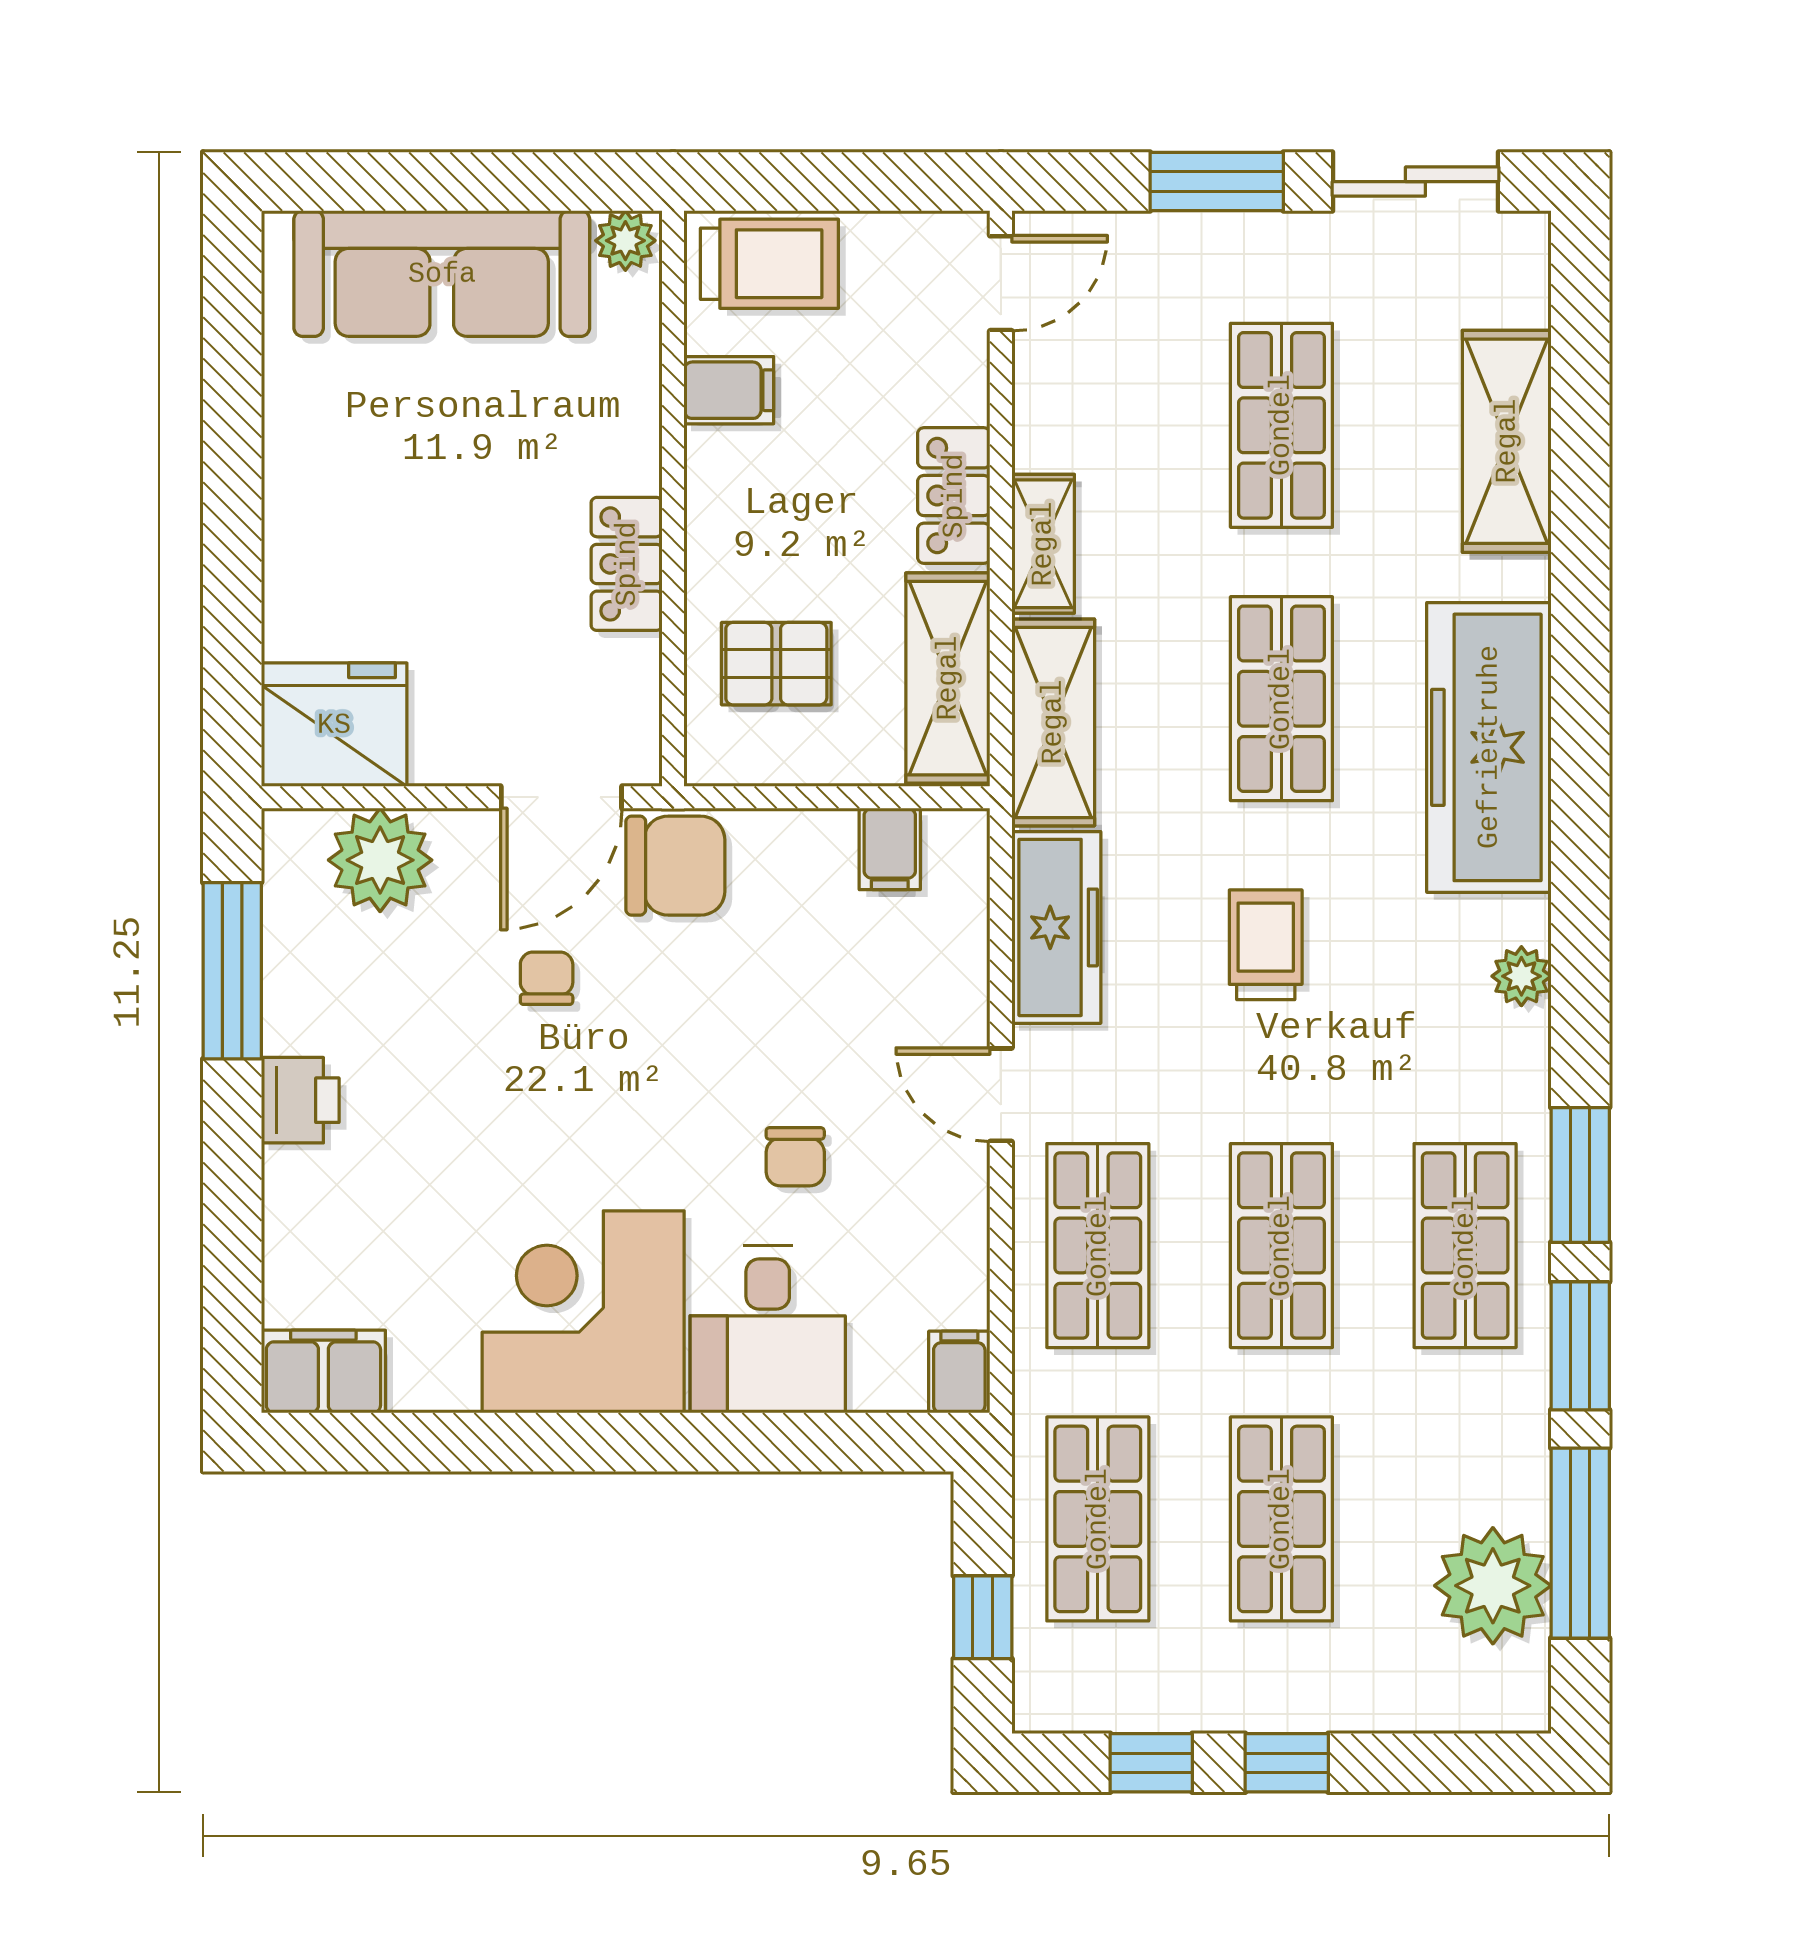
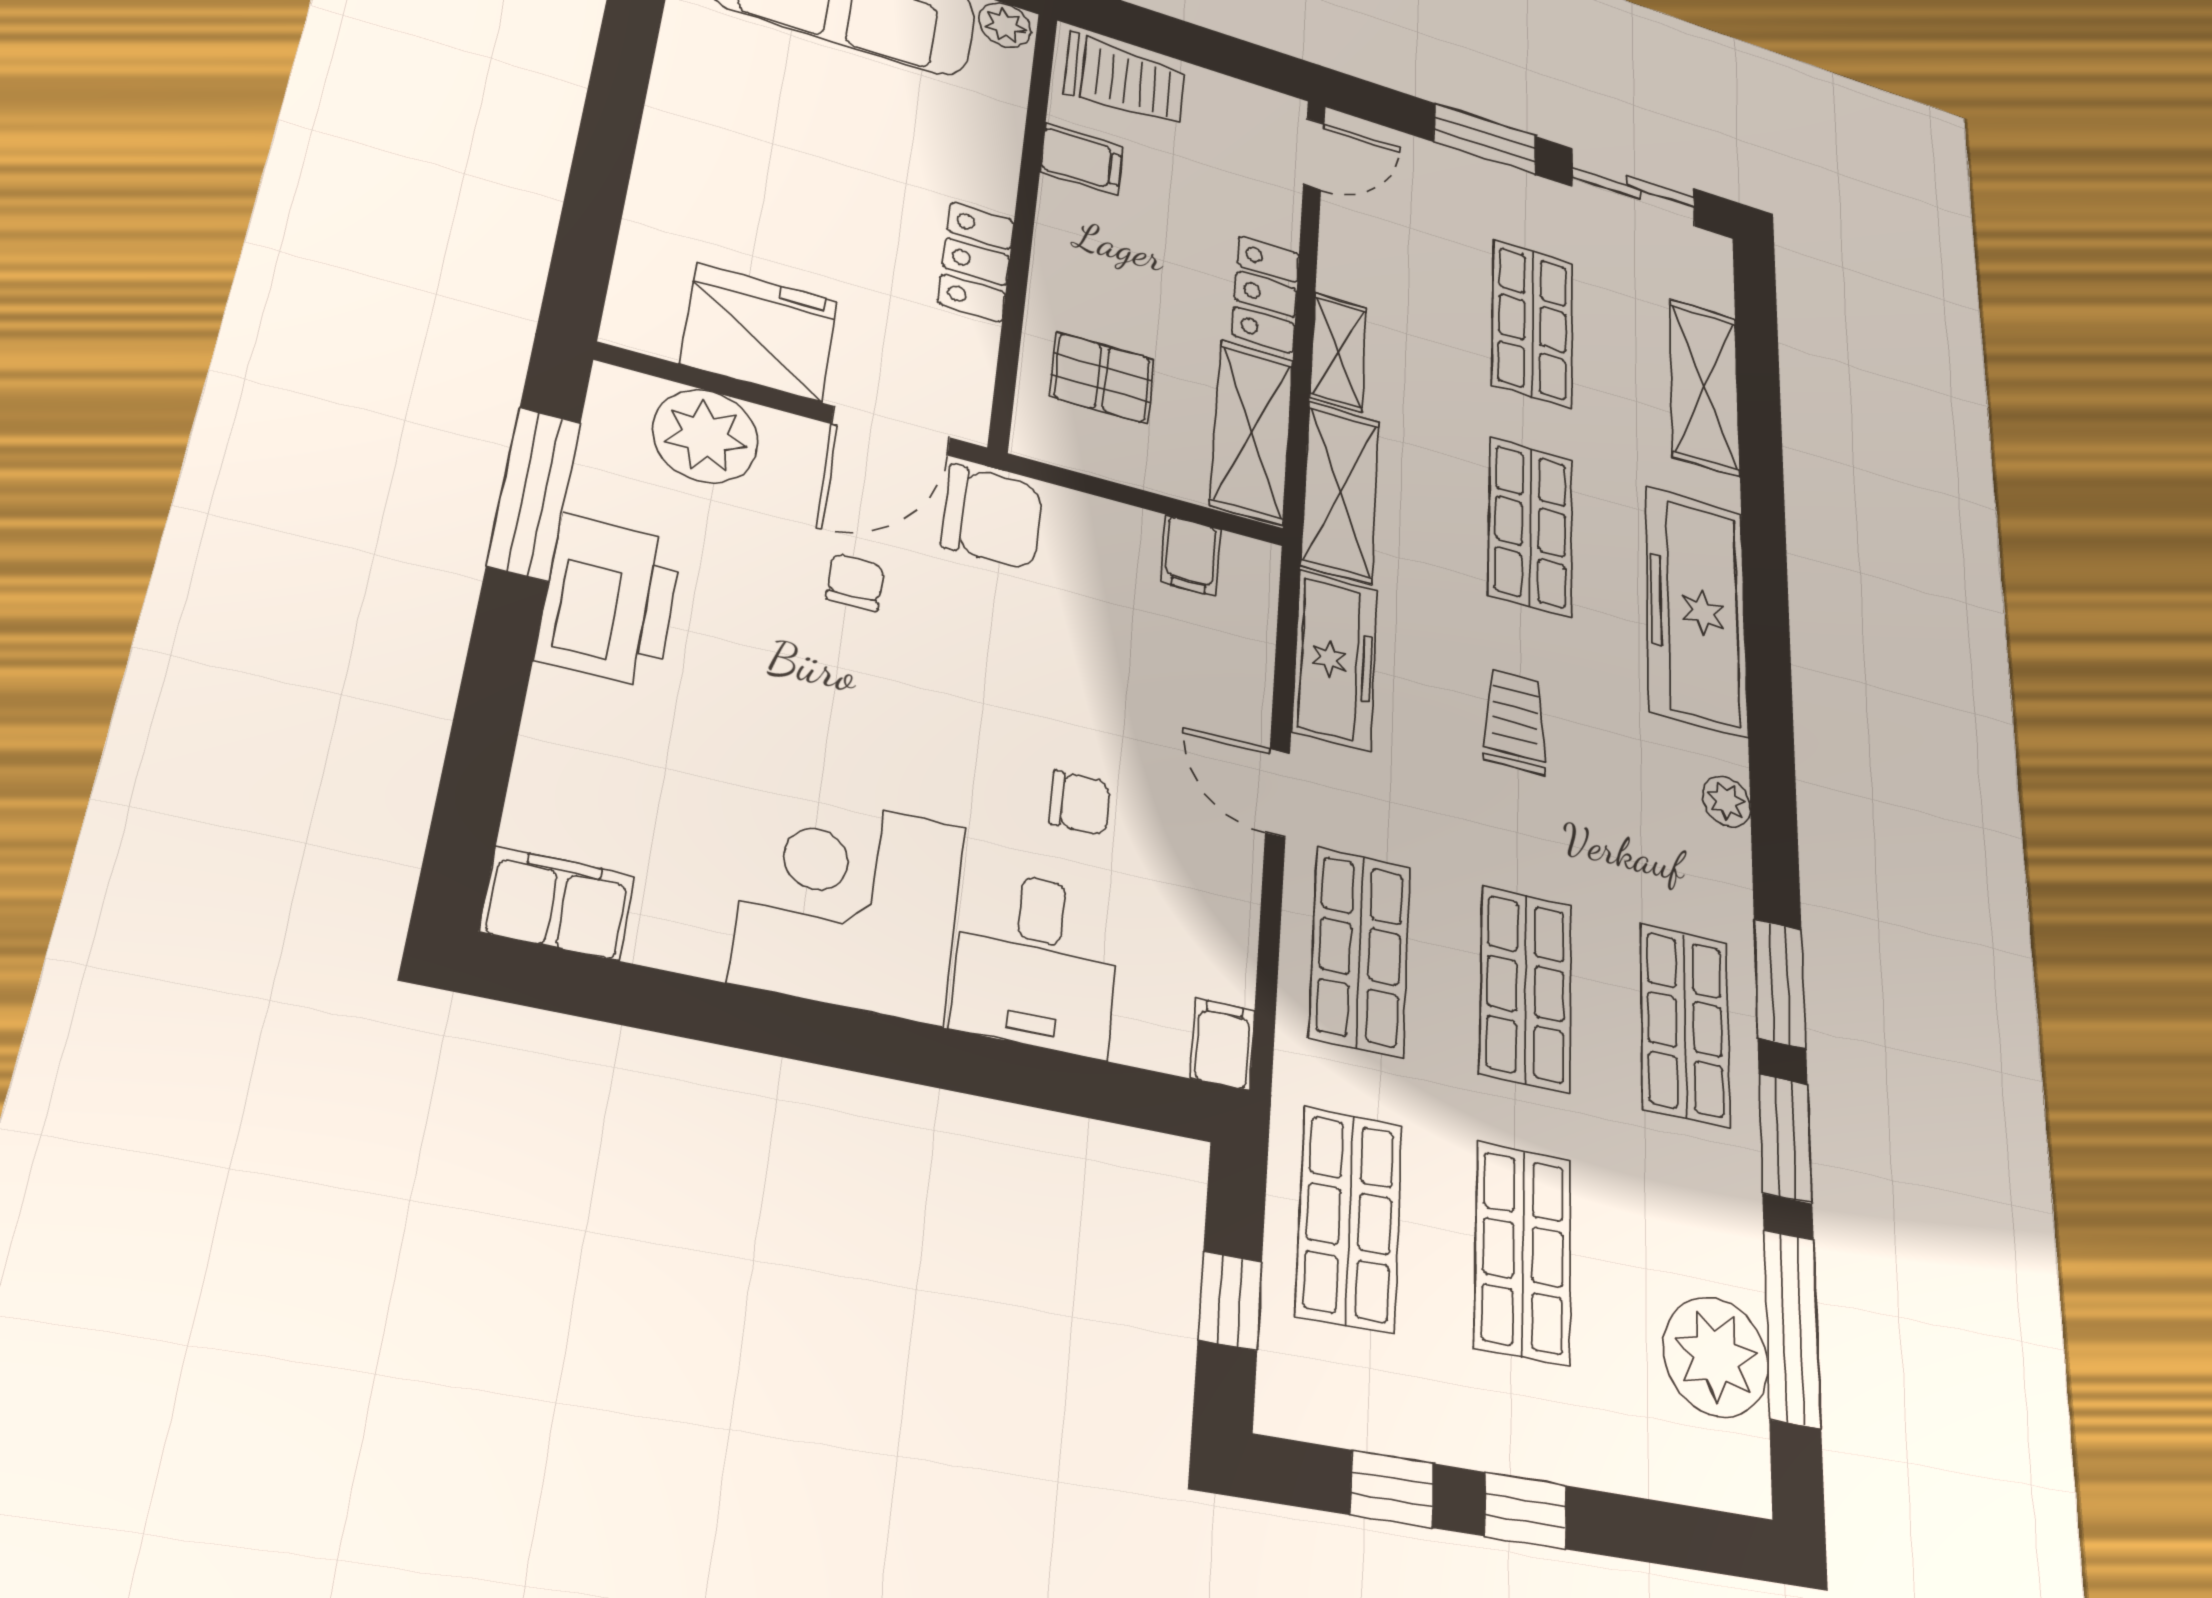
fridge: (334, 725) -> (759, 332), moved
printer: (300, 1100) -> (609, 601), width x1.87, depth x1.48
chair: (795, 1157) -> (1080, 803), turned -90

